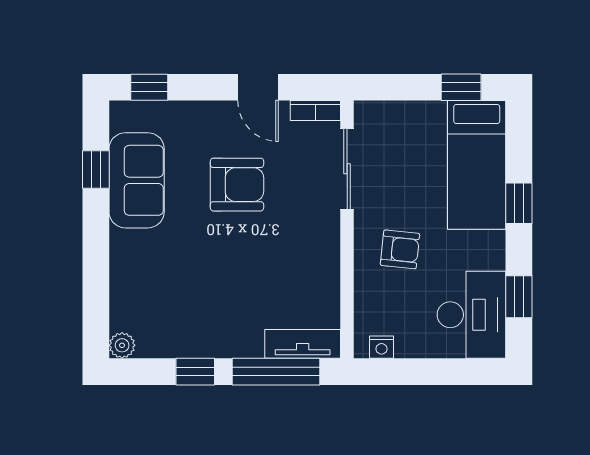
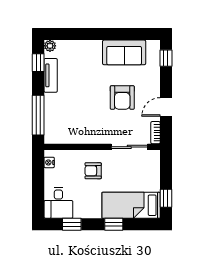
window: (96, 169) -> (129, 34), removed
armchair: (400, 249) -> (93, 171), turned 84
desk: (471, 315) -> (58, 203), width x0.73
tv unit: (303, 344) -> (51, 75), moved
window: (195, 372) -> (38, 63), moved

